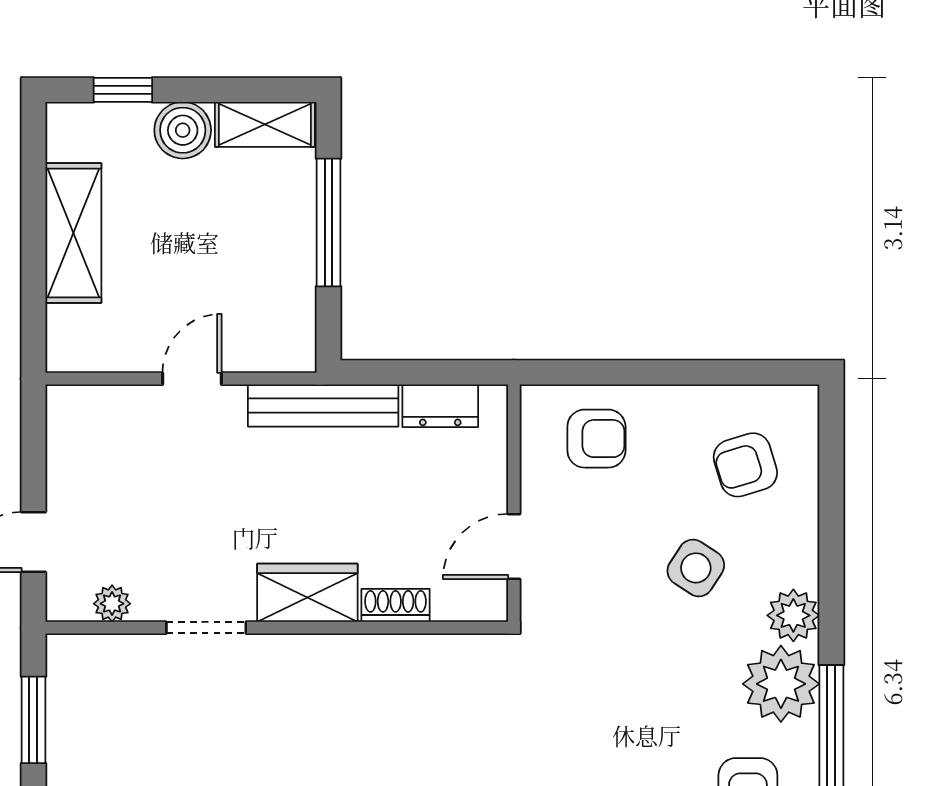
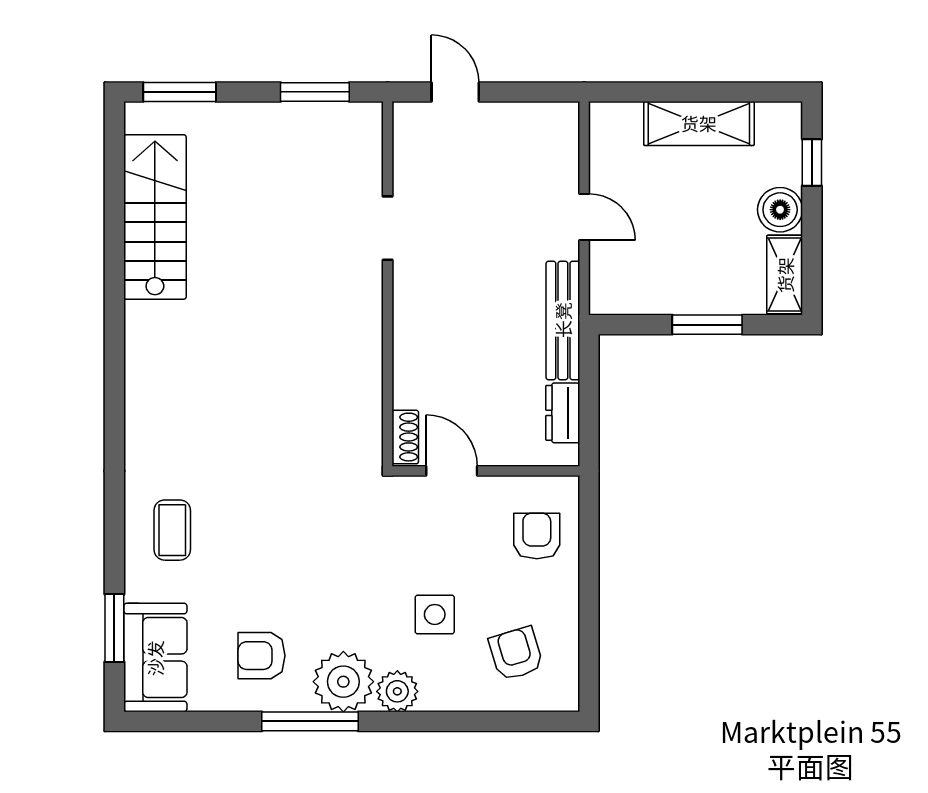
window: (328, 223) -> (707, 325), width x0.69
armchair: (596, 439) -> (537, 536), turned 180
side table: (696, 568) -> (435, 614), turned -33
wardrobe: (307, 593) -> (415, 308), removed
plant: (112, 604) -> (407, 154), removed
shoe rack: (396, 605) -> (405, 437), moved

